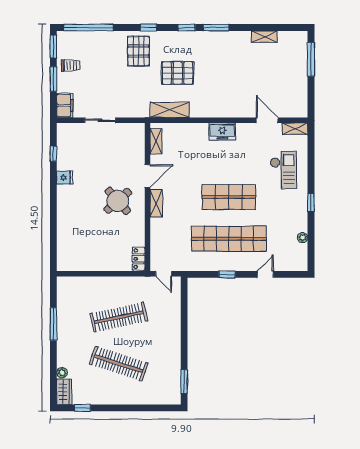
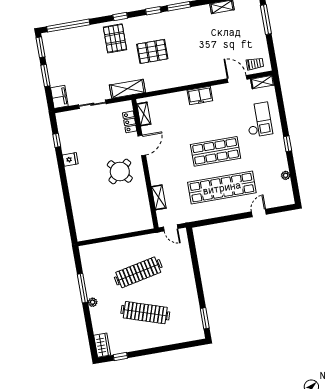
trolley: (71, 66) -> (255, 64), moved
shelving: (170, 110) -> (127, 89), moved
shelving: (156, 203) -> (159, 197), moved
locker: (139, 259) -> (130, 122), moved
window: (227, 274) -> (226, 219), removed
plant: (62, 373) -> (93, 302), moved

